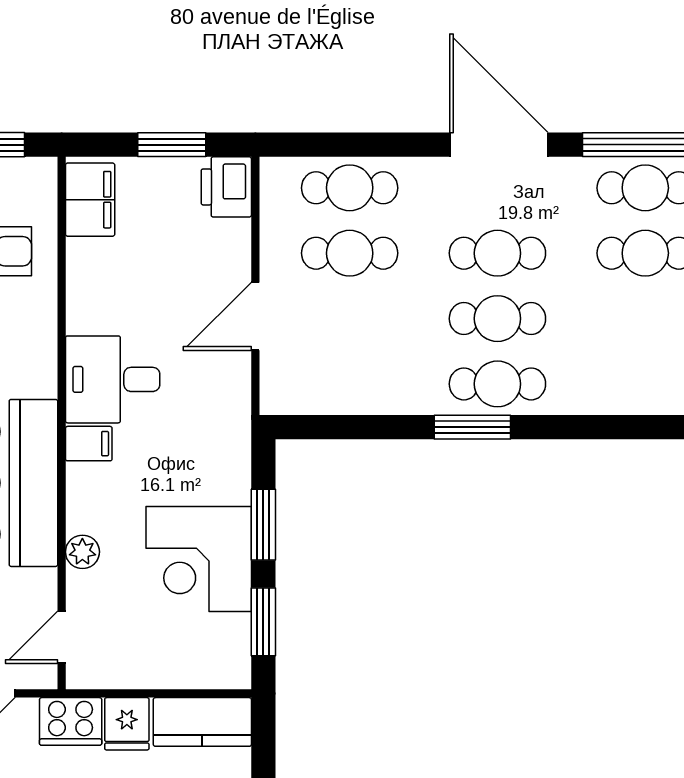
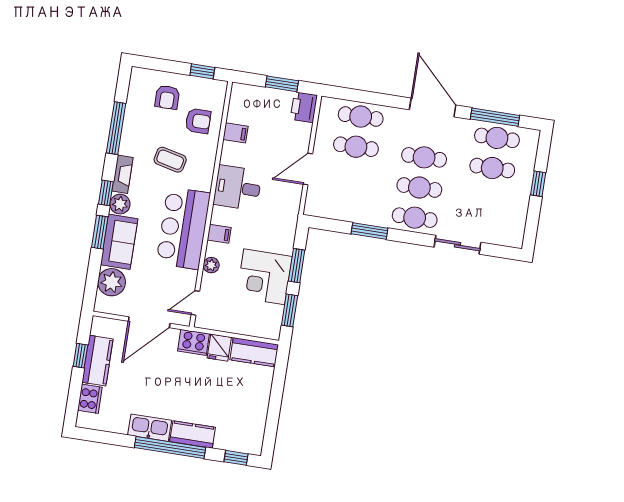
filing cabinet: (90, 200) -> (236, 133), moved, width x0.50
window: (472, 427) -> (370, 231), moved
sliding door: (597, 427) -> (458, 245), added
filing cabinet: (89, 444) -> (219, 234), moved

